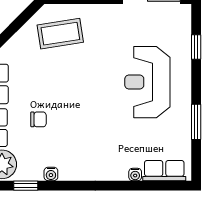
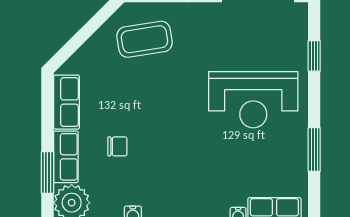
reception desk: (147, 82) -> (253, 100), turned -90

